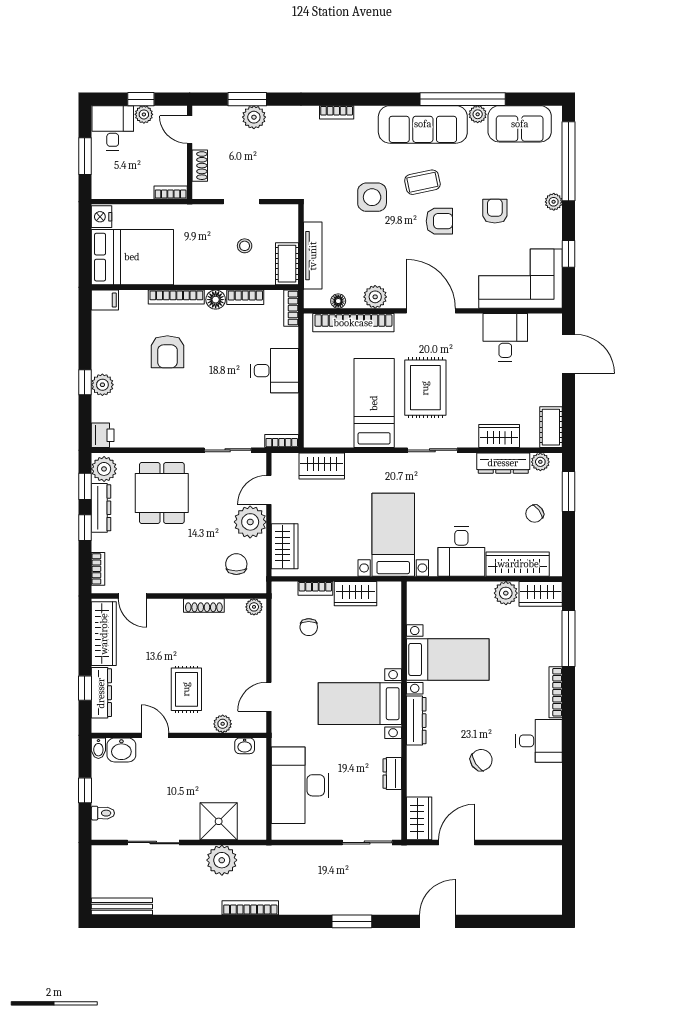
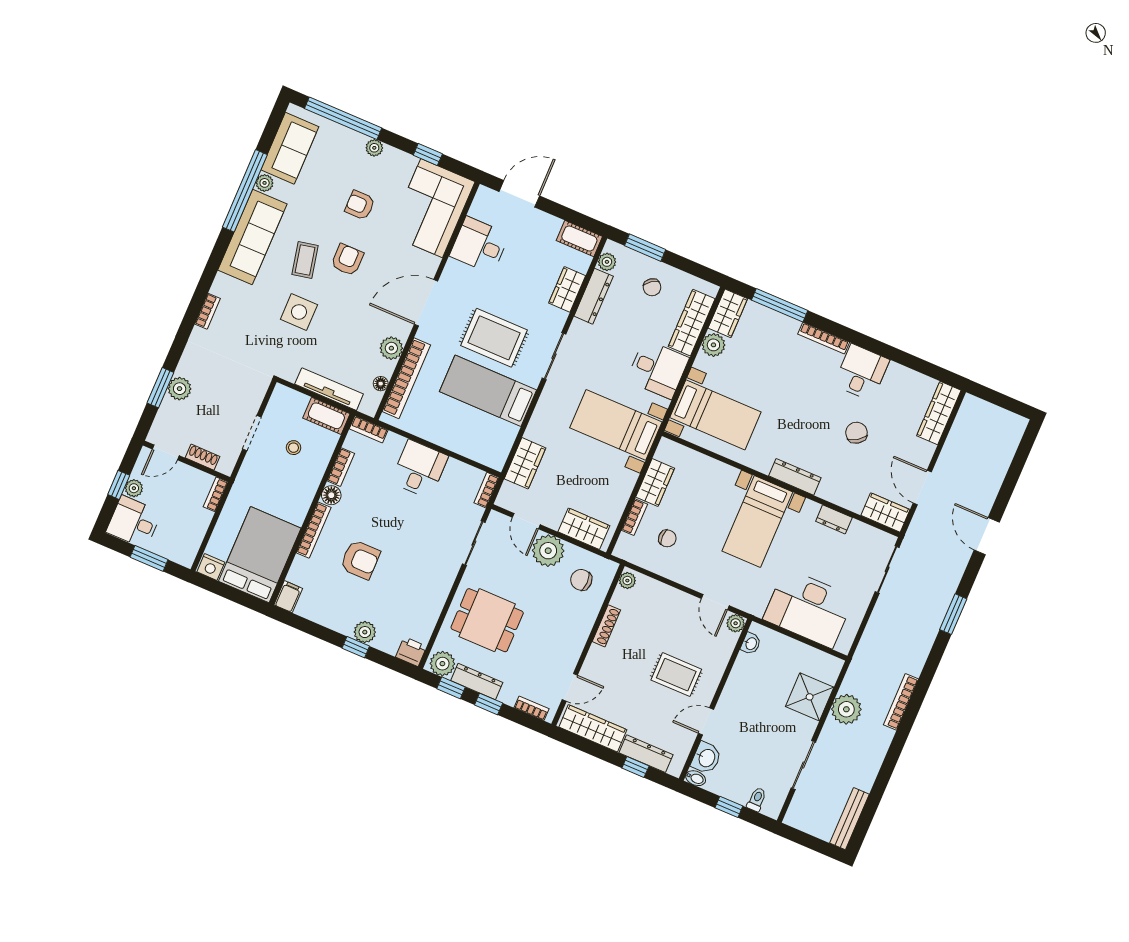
bed with nightstands: (448, 659) -> (715, 415), moved, turned 90
plant: (223, 724) -> (736, 623), moved
wardrobe: (532, 828) -> (939, 413), added

